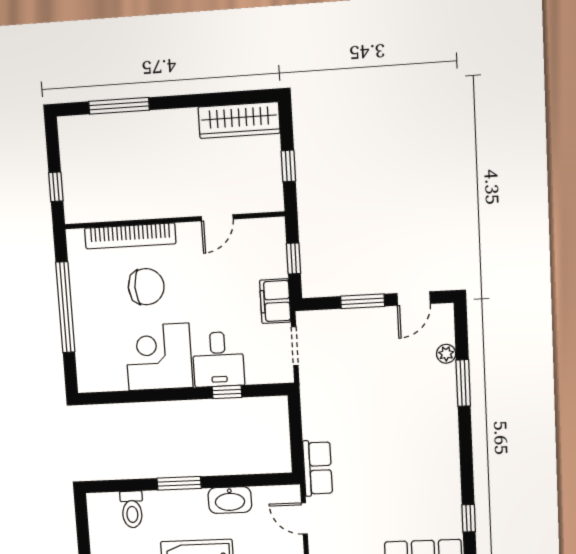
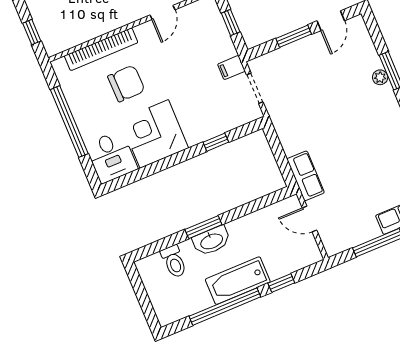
filing cabinet: (275, 301) -> (231, 68), width x0.50
plant: (446, 354) -> (380, 77), moved
desk: (218, 359) -> (111, 157), moved
washbasin: (230, 500) -> (211, 241), moved

